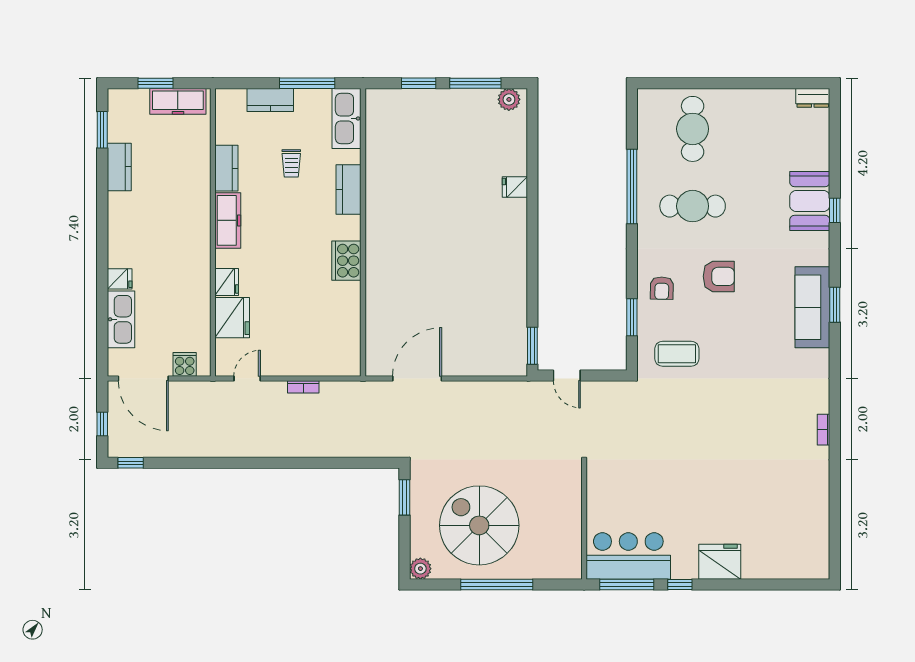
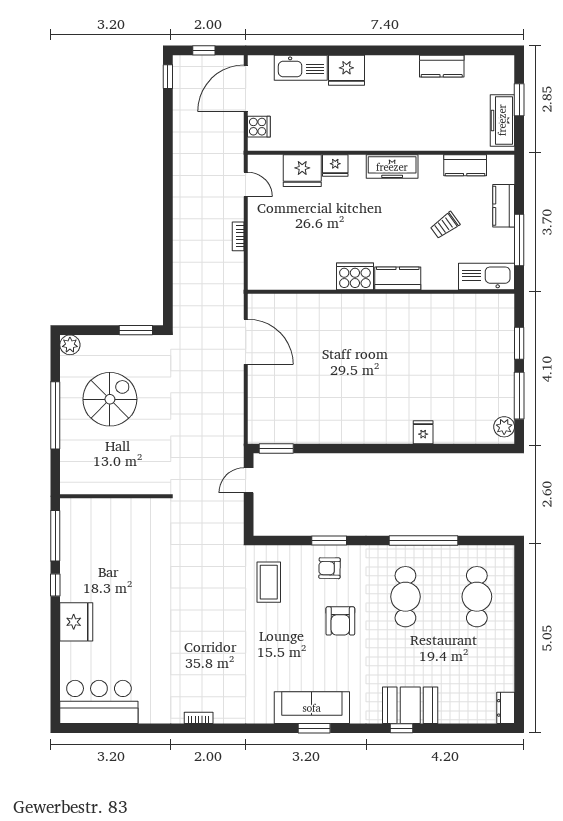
cafe table: (693, 129) -> (477, 597), turned 90
window: (102, 130) -> (476, 50), removed
trolley: (291, 163) -> (445, 225), turned -36
kitchen counter: (226, 168) -> (465, 165), moved
kitchen counter: (349, 189) -> (398, 278), moved
fridge: (120, 279) -> (346, 70), width x1.88, depth x1.34
window: (632, 317) -> (329, 540), moved
spiral stairs: (479, 525) -> (110, 399), width x0.73, depth x0.73
bar counter: (628, 556) -> (99, 702), moved, turned -90

